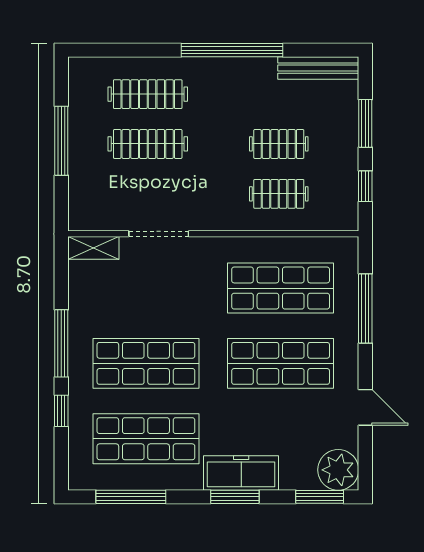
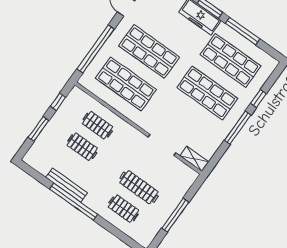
bench: (318, 68) -> (67, 185), moved
clothes rail: (148, 94) -> (124, 209), width x0.73
window: (365, 308) -> (96, 49), width x1.46
window: (131, 497) -> (243, 31), moved

